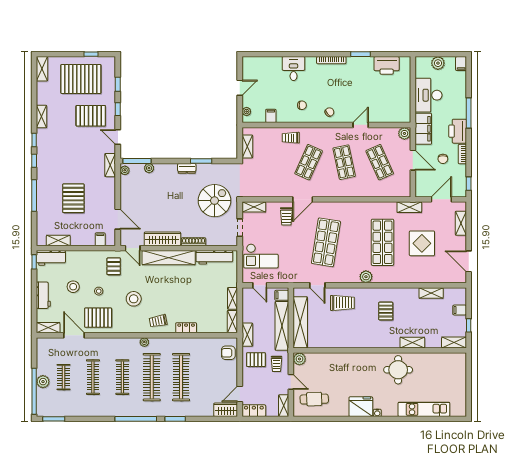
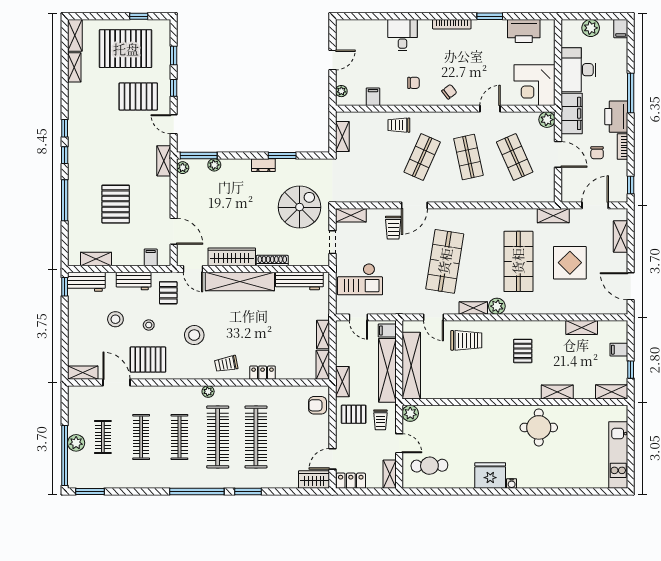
corner desk: (395, 107) -> (535, 85), added
shelving: (42, 117) -> (74, 67), moved
shelving: (348, 278) -> (473, 308), added
workbench: (43, 295) -> (134, 281), moved, turned 90
kitchen unit: (424, 409) -> (618, 455), moved, turned -90

